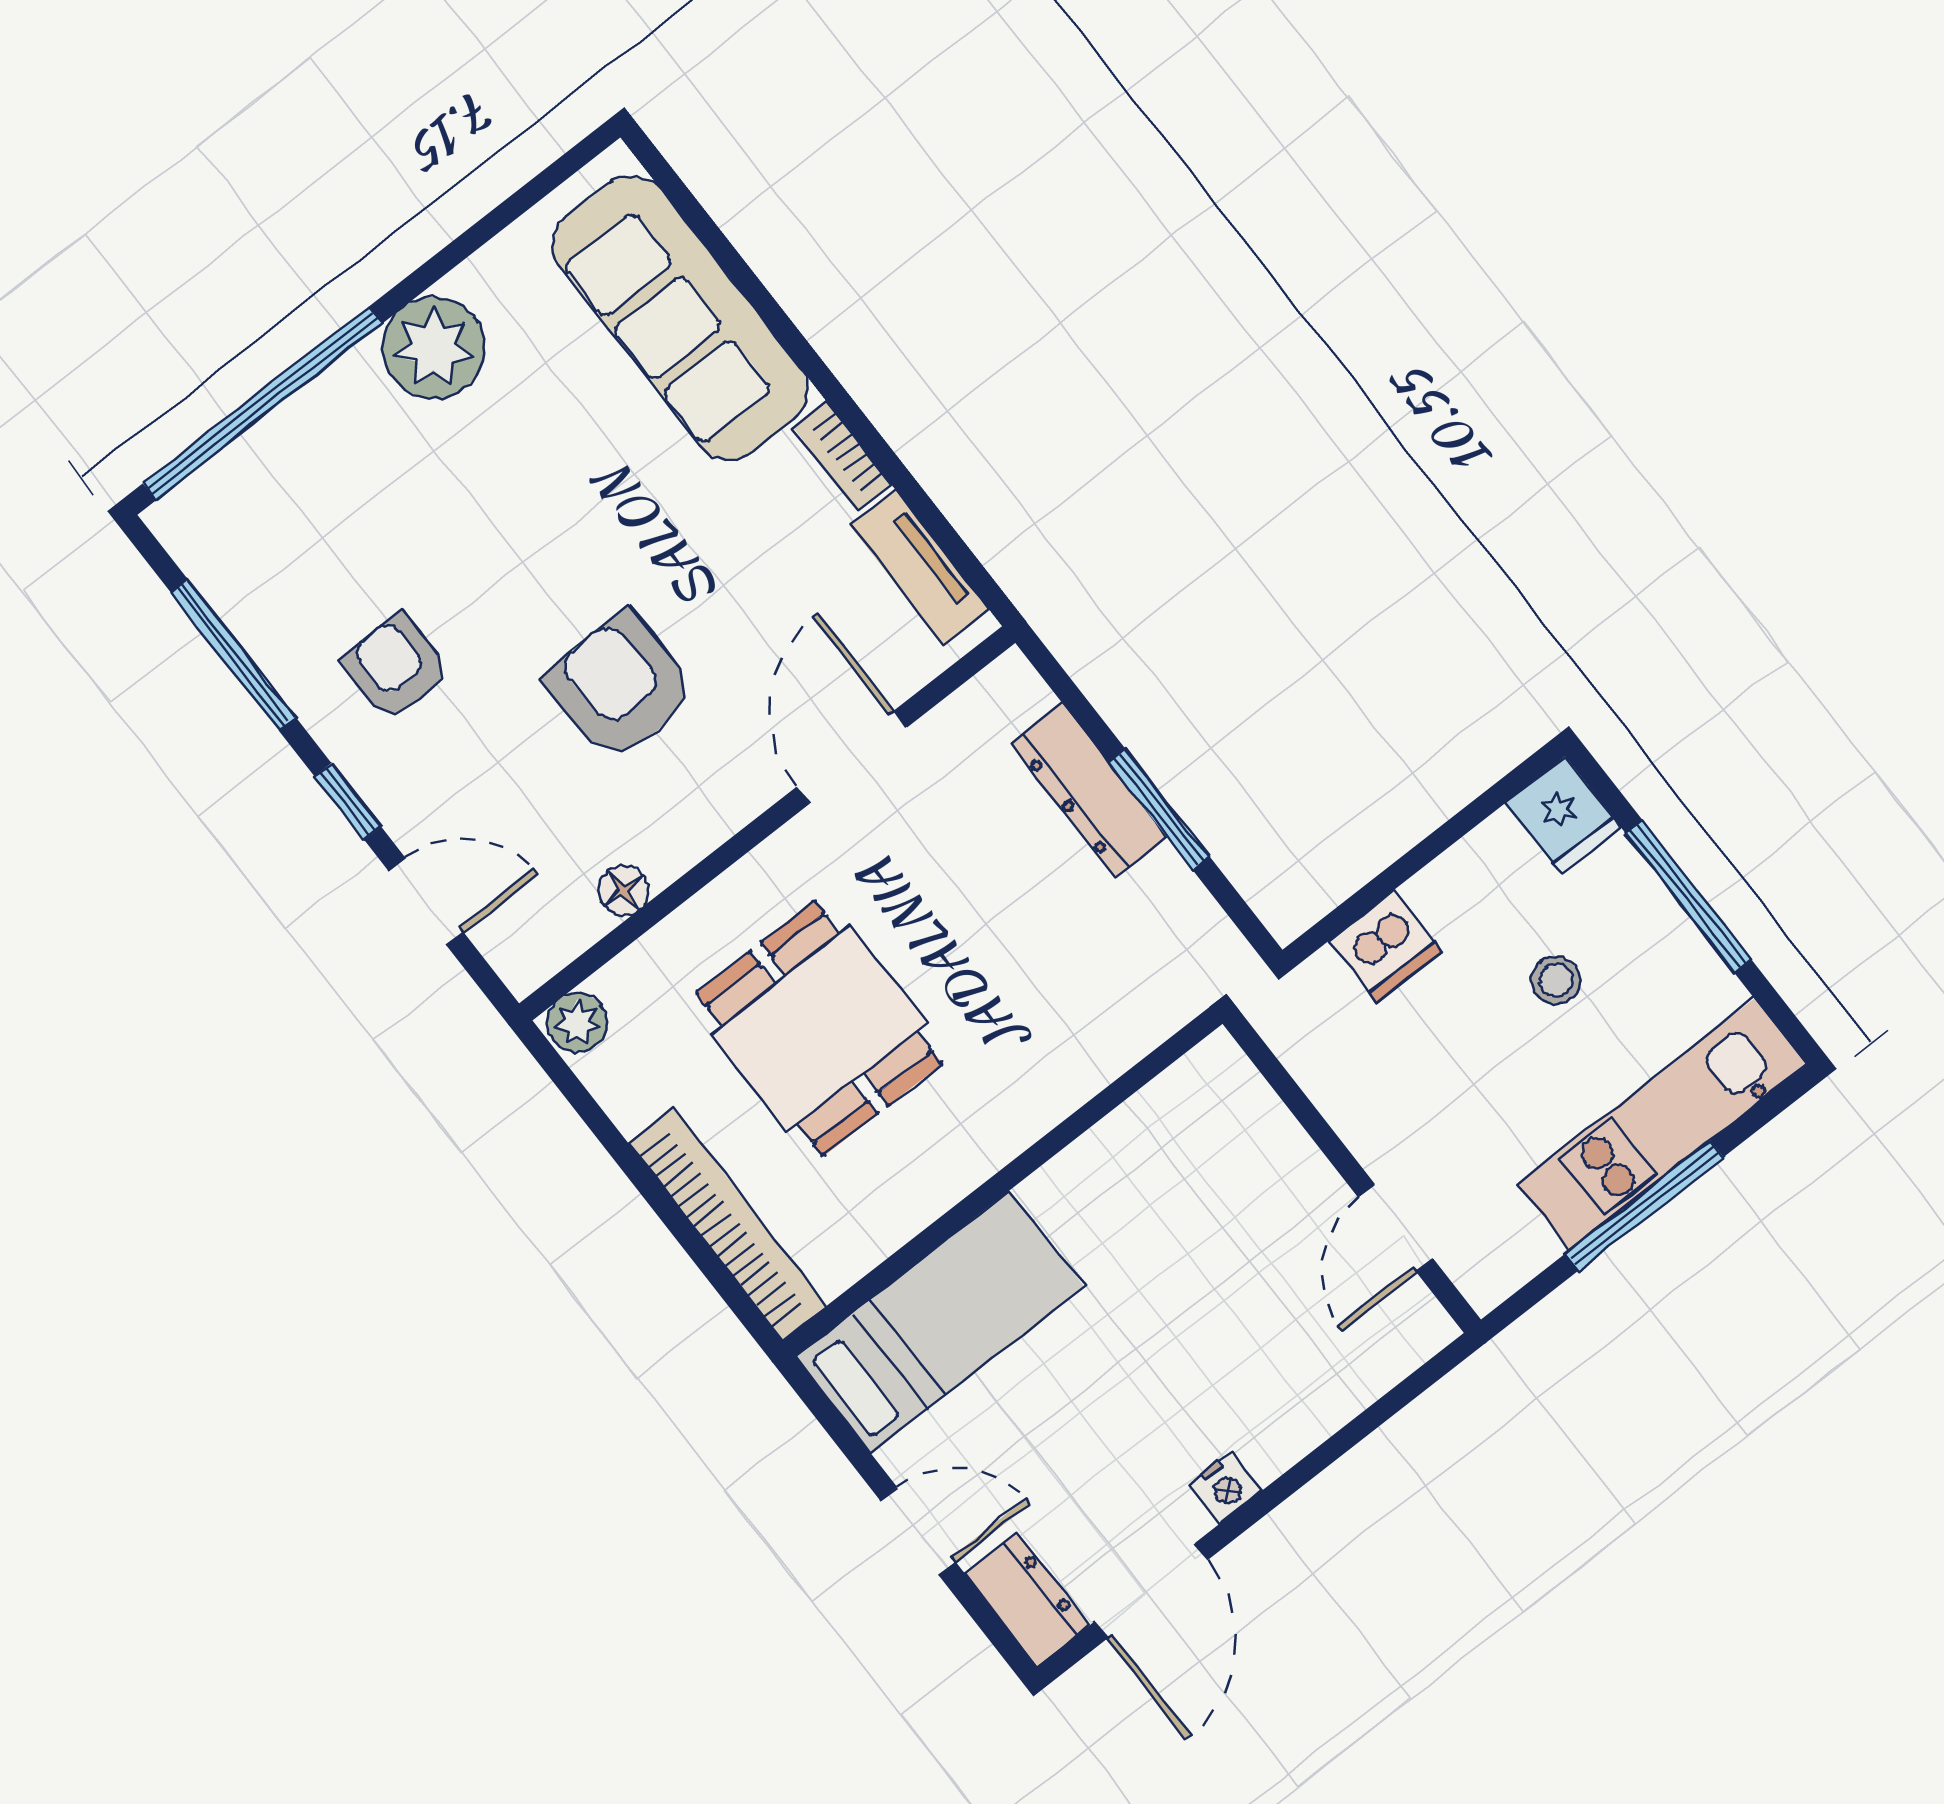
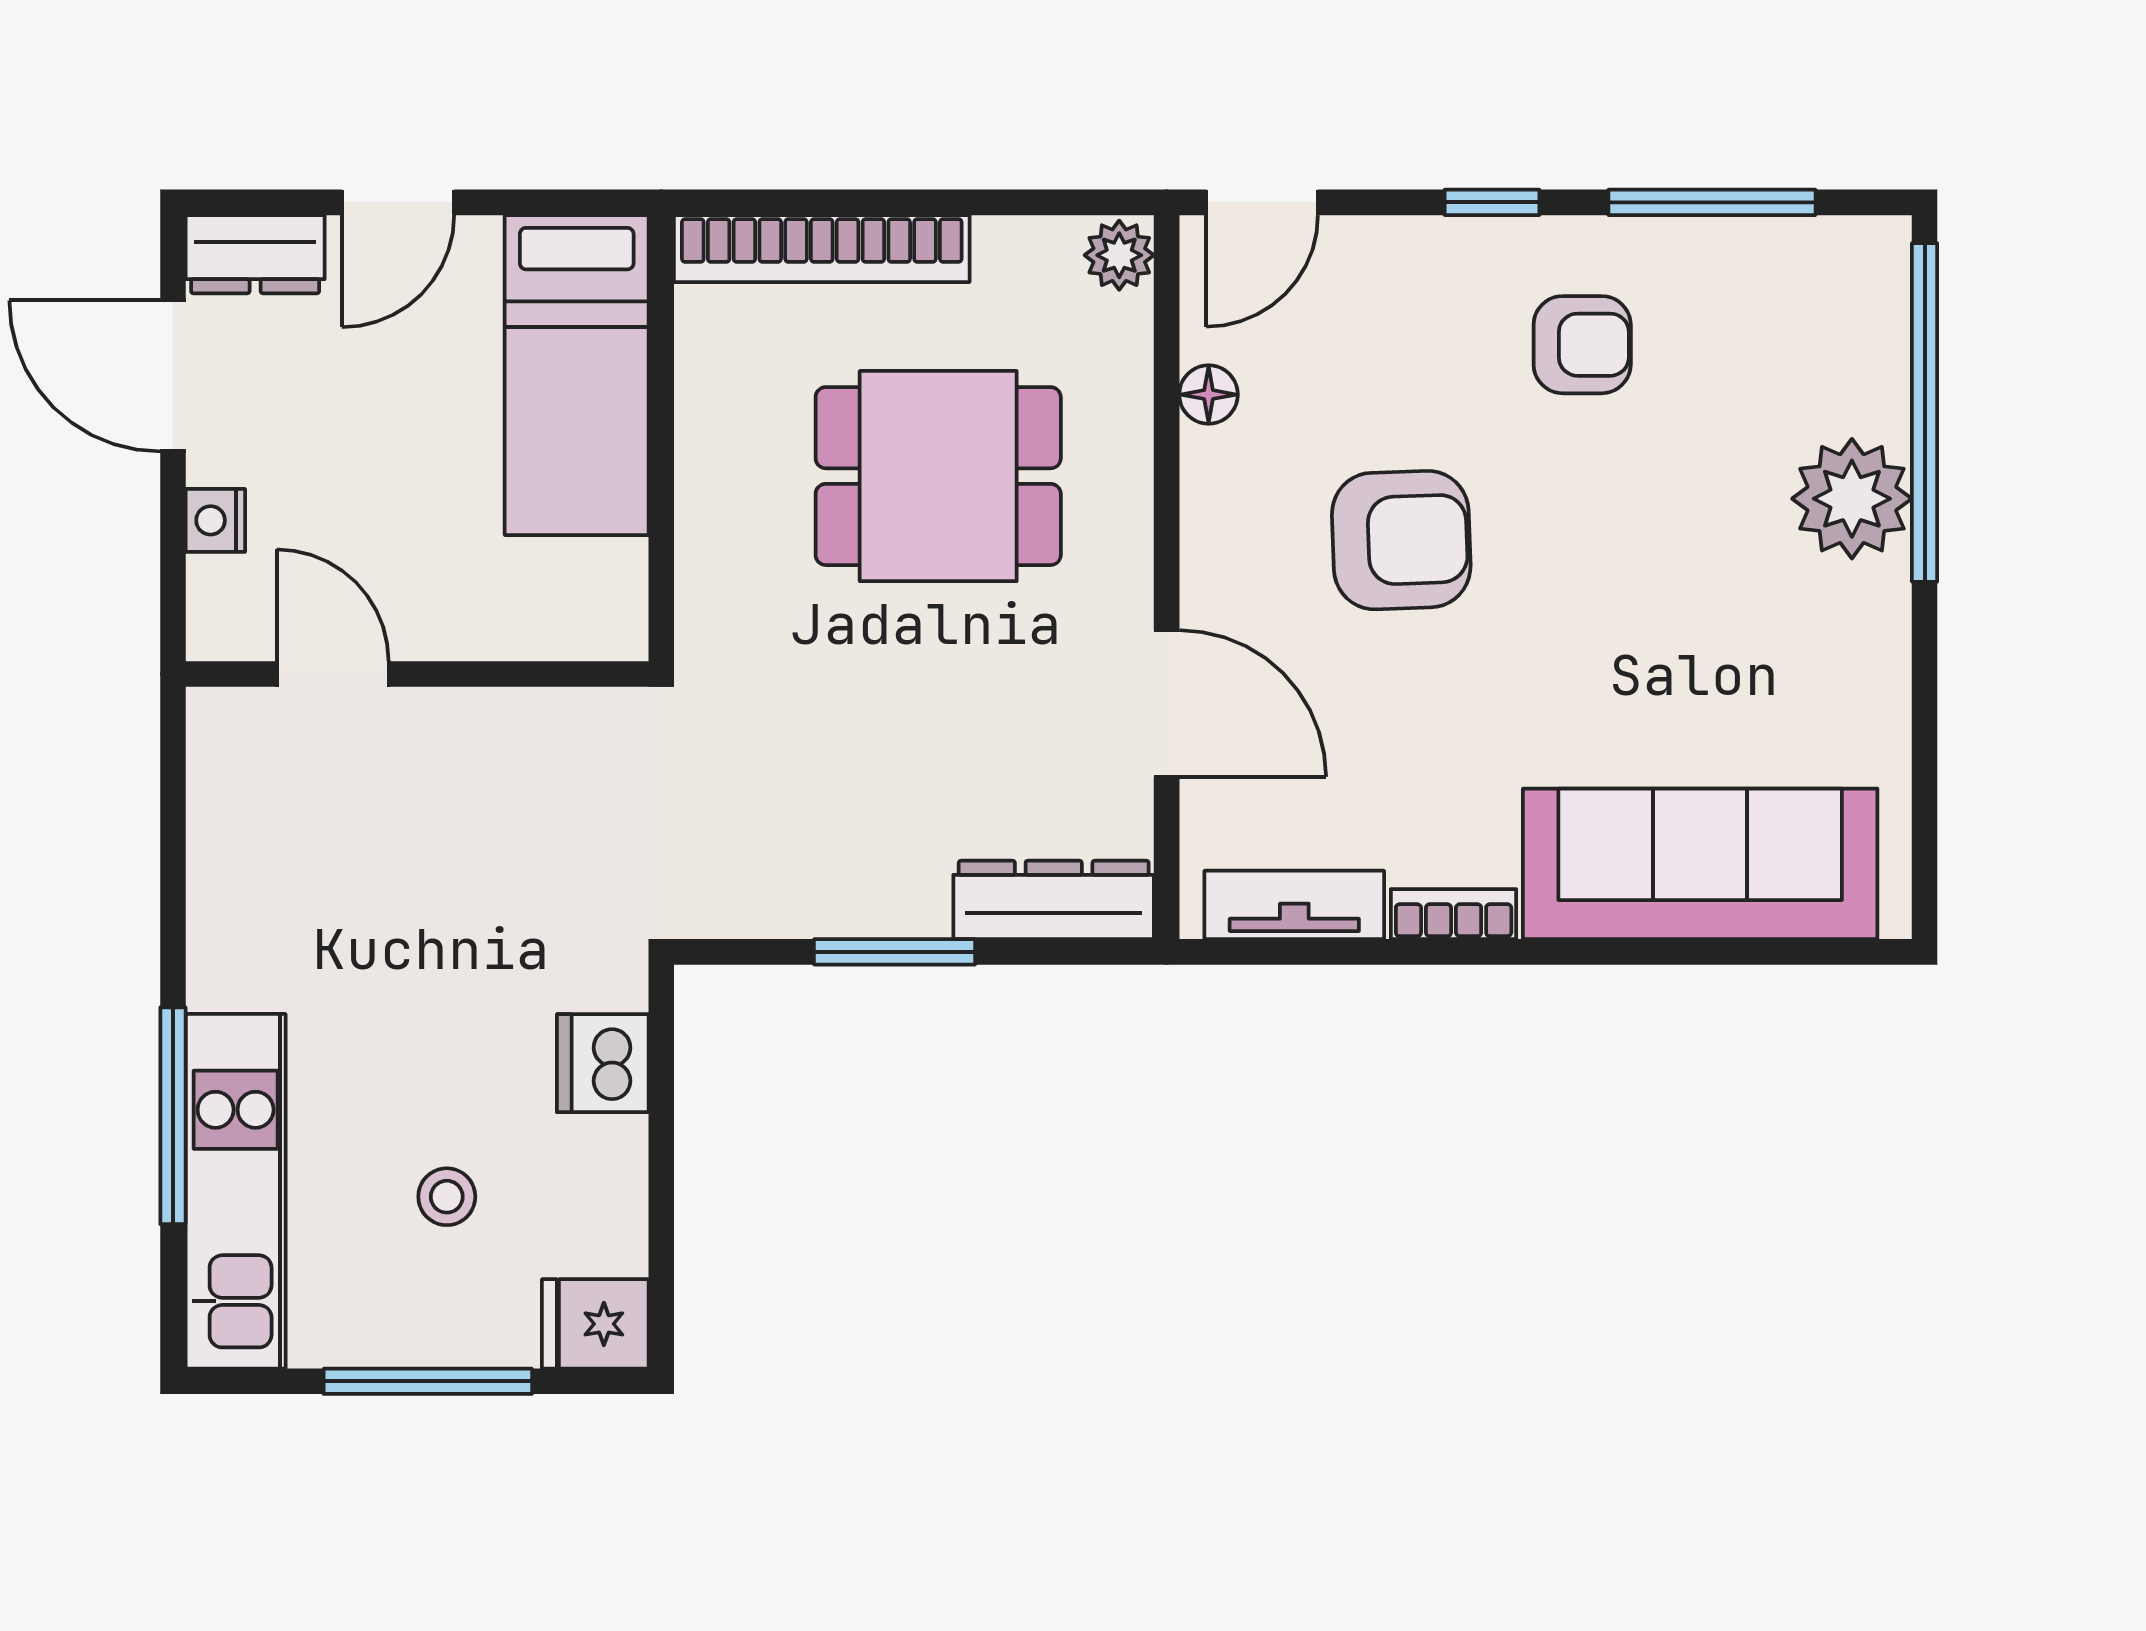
plant: (434, 348) -> (1852, 499), moved
dresser: (1089, 790) -> (1054, 900), moved
door: (426, 902) -> (1262, 202), moved
wall: (1352, 1172) -> (417, 674), moved
door: (1396, 1228) -> (333, 674), moved

